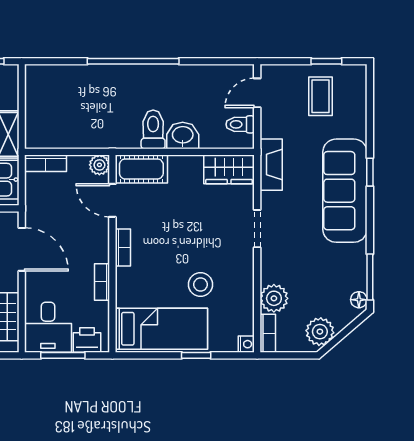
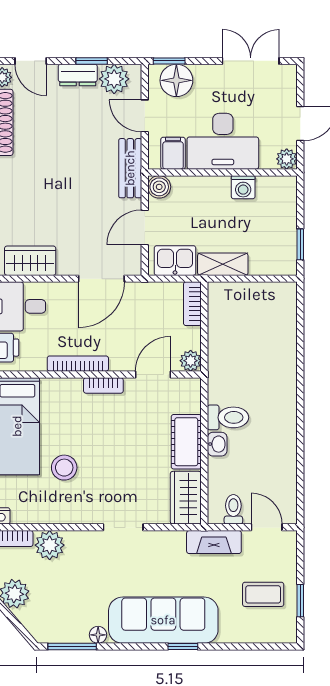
window: (133, 61) -> (300, 396), removed
washbasin: (183, 136) -> (217, 444), width x0.72, depth x0.69
fireplace: (271, 165) -> (214, 542), moved
cot: (141, 169) -> (186, 442), moved
bookcase: (102, 282) -> (78, 364), width x1.56
floor lamp: (359, 300) -> (98, 635), moved

